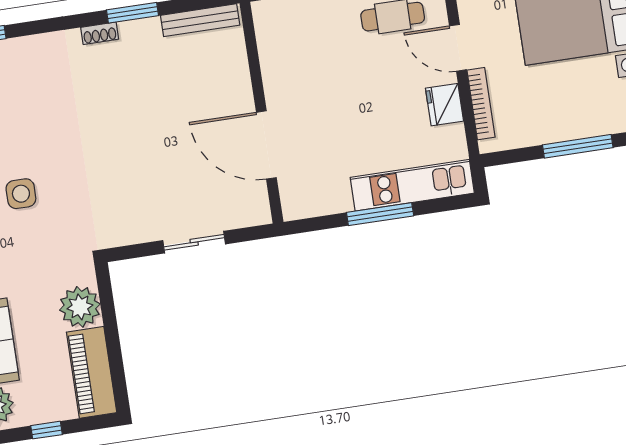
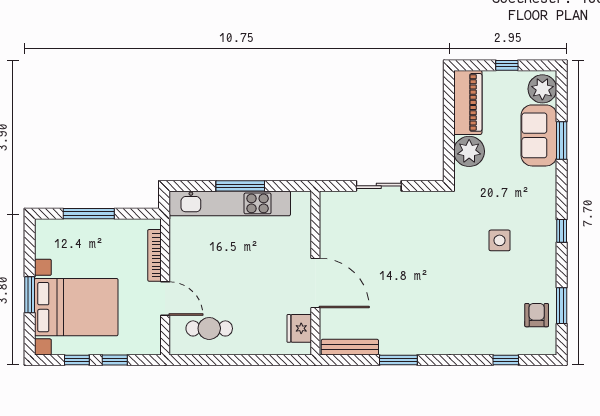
shoe rack: (100, 33) -> (425, 349), removed
fridge: (444, 105) -> (299, 328), moved, turned 180
door: (266, 145) -> (315, 283), moved
kitchen unit: (412, 185) -> (230, 203), width x1.36

